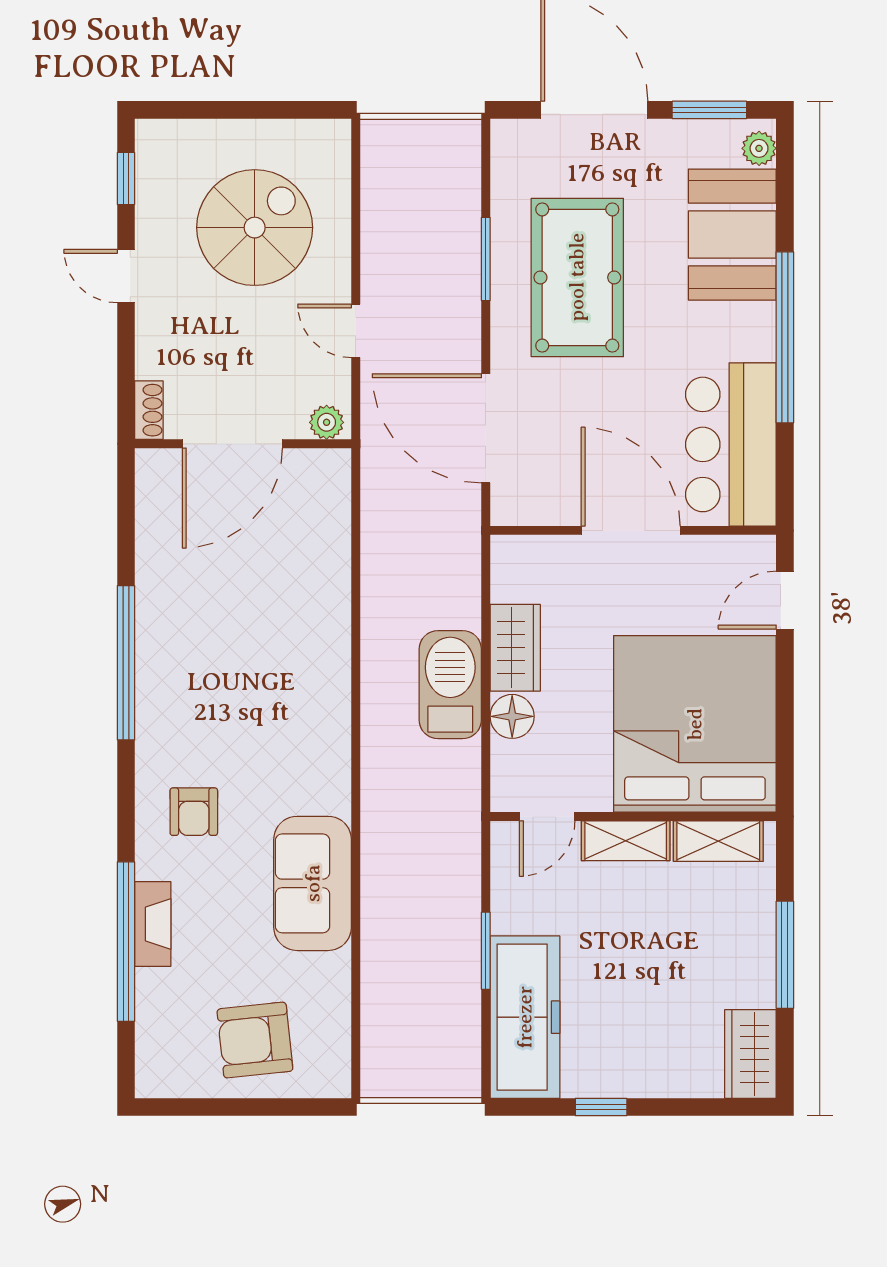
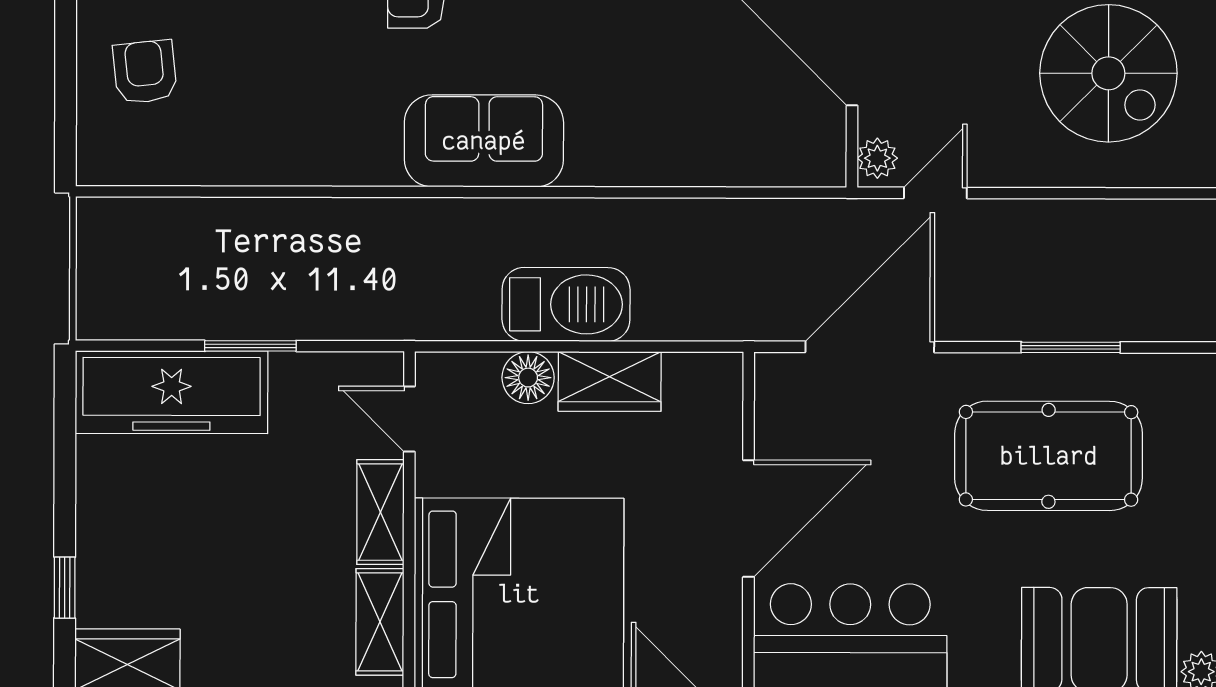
door: (356, 331) -> (935, 193), moved
sofa: (313, 883) -> (484, 141), moved
armchair: (255, 1040) -> (145, 72), width x0.72, depth x0.72
window: (601, 1107) -> (65, 588), moved

